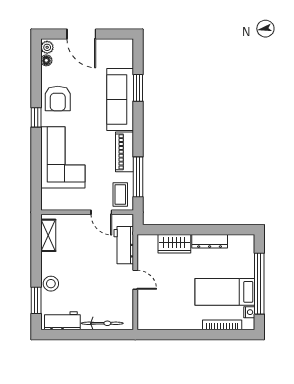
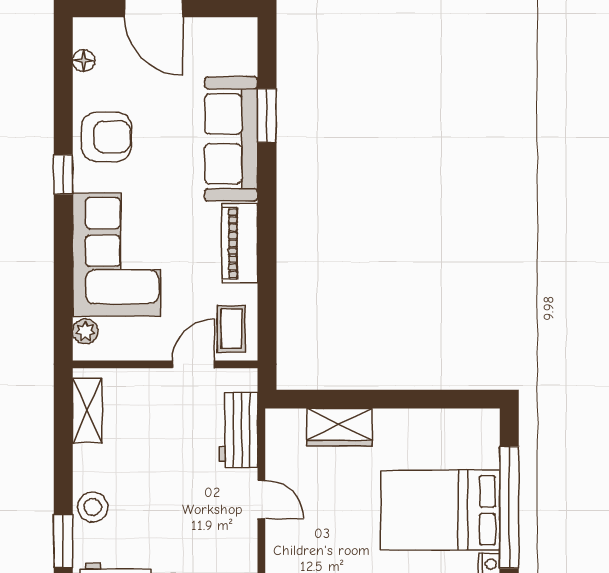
plant: (47, 47) -> (85, 331), moved
armchair: (58, 98) -> (106, 137), turned -90
window: (138, 177) -> (267, 294), removed
door: (101, 212) -> (194, 364), swing flipped
dresser: (210, 241) -> (410, 422), removed
bed: (225, 292) -> (440, 510), width x1.50

